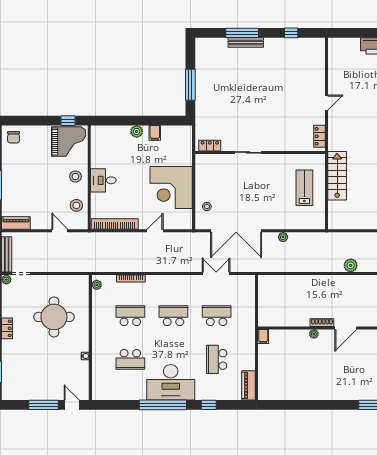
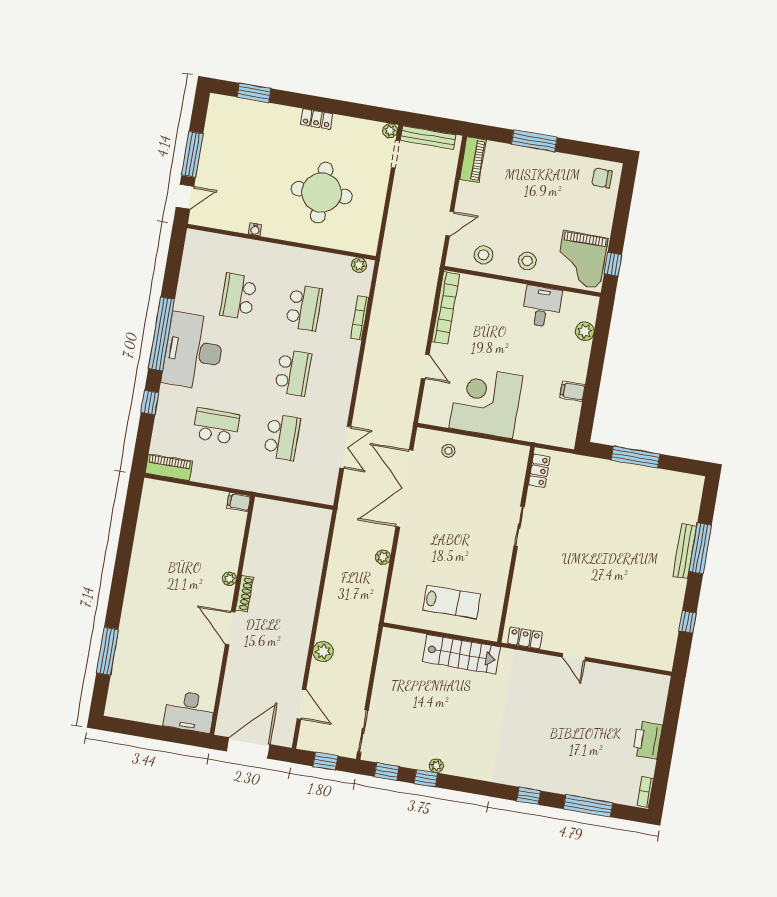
plant: (137, 132) -> (585, 331), moved
desk: (103, 180) -> (542, 307), moved

